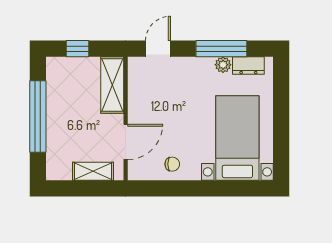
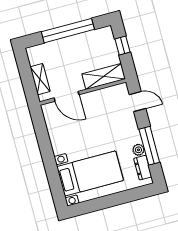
chair: (172, 164) -> (60, 133), removed

